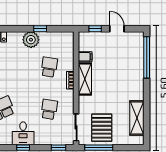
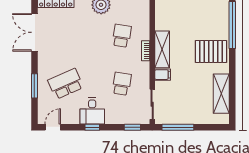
filing cabinet: (85, 57) -> (163, 75), moved
pallet: (102, 128) -> (211, 51), moved, turned 90

